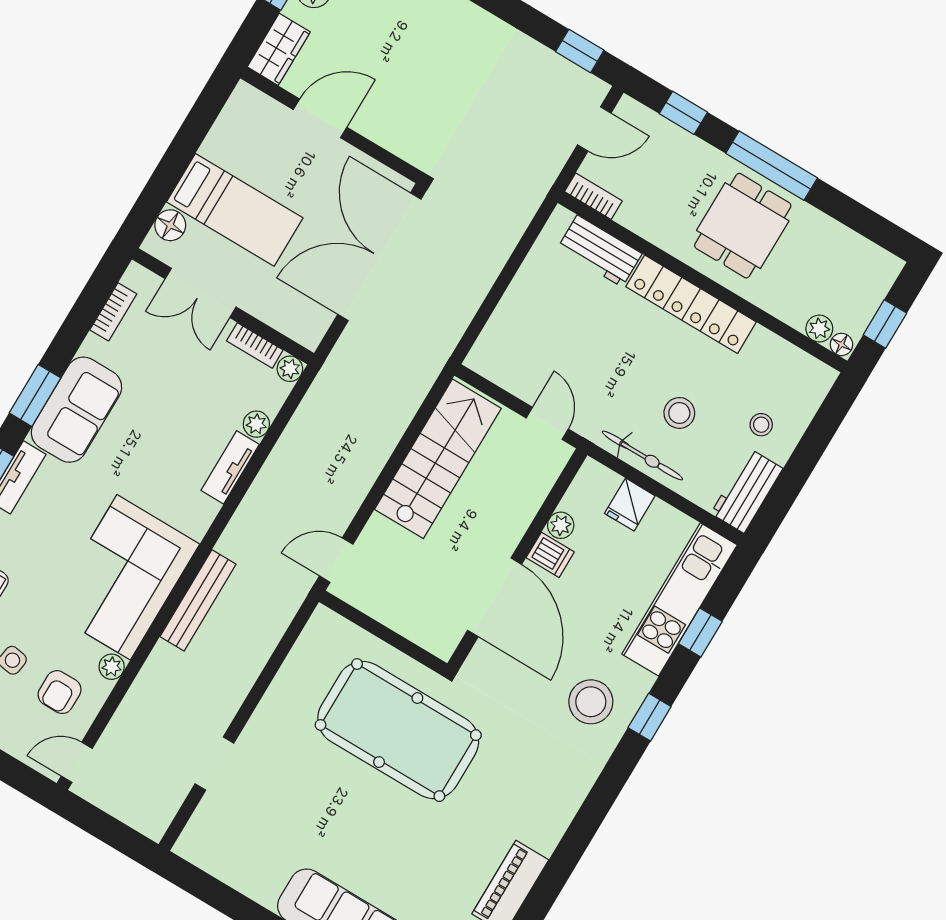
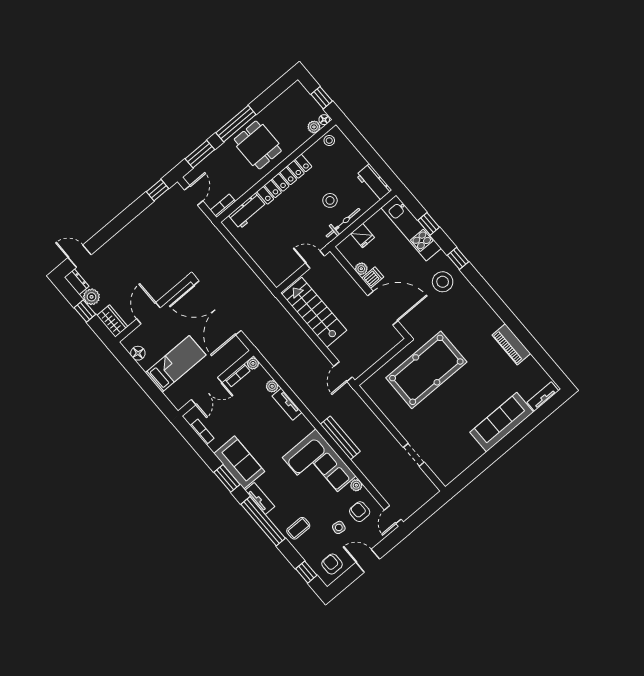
window: (683, 113) -> (200, 154), width x1.50
floor lamp: (170, 225) -> (138, 353), moved
stool: (761, 425) -> (329, 141), moved
armchair: (60, 692) -> (360, 512), turned 180

